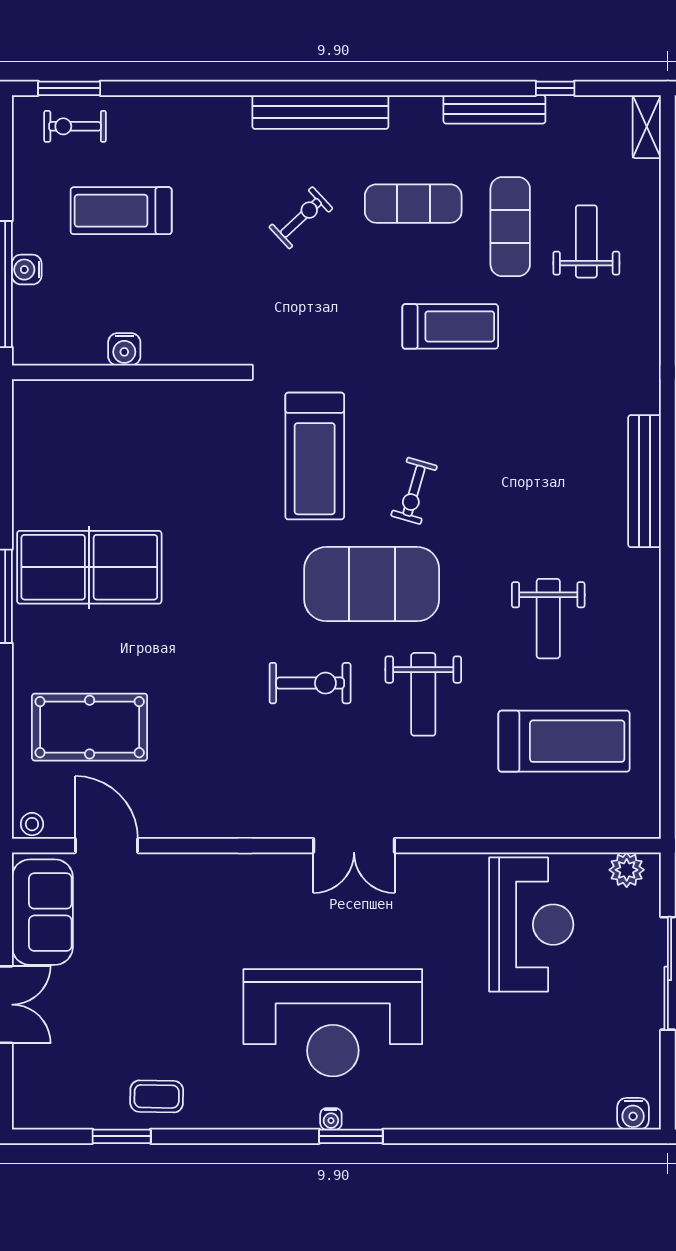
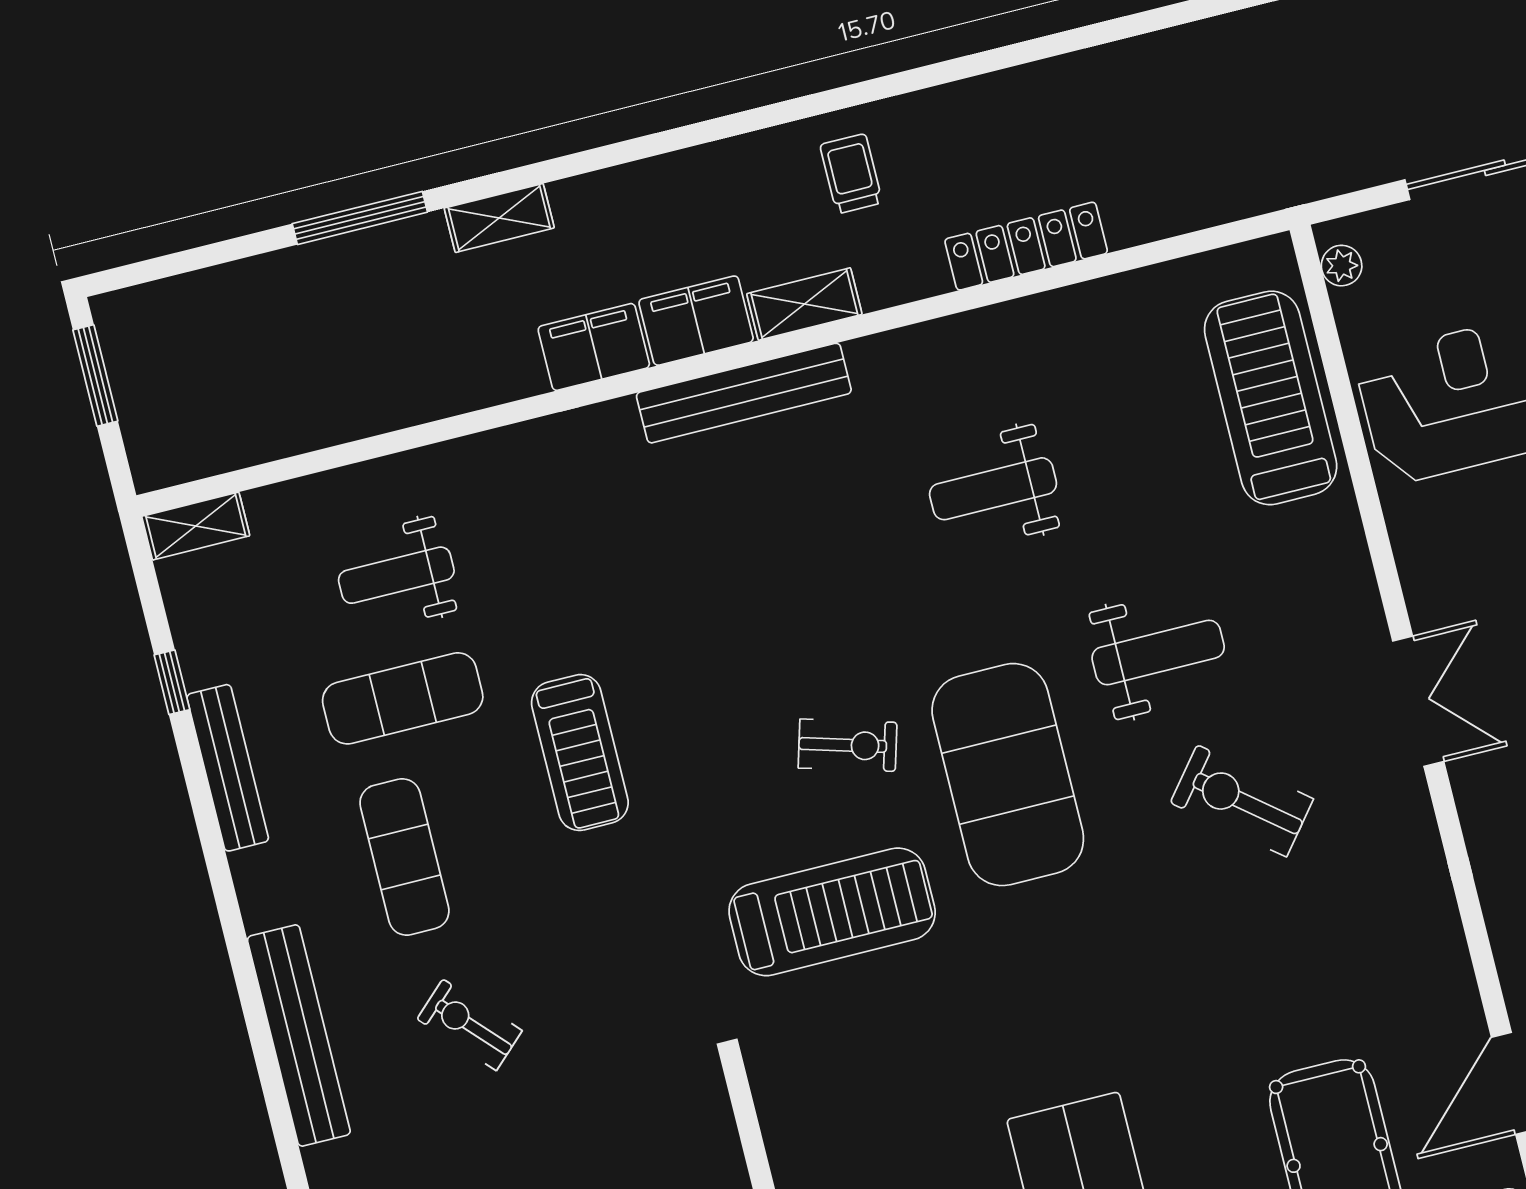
treadmill: (450, 326) -> (580, 753), turned 180
weight bench: (548, 619) -> (993, 489), turned 180
exercise bike: (310, 683) -> (1242, 801), moved, turned -51
treadmill: (564, 741) -> (1271, 398), moved
plant: (627, 870) -> (1342, 266), width x0.73, depth x0.73

